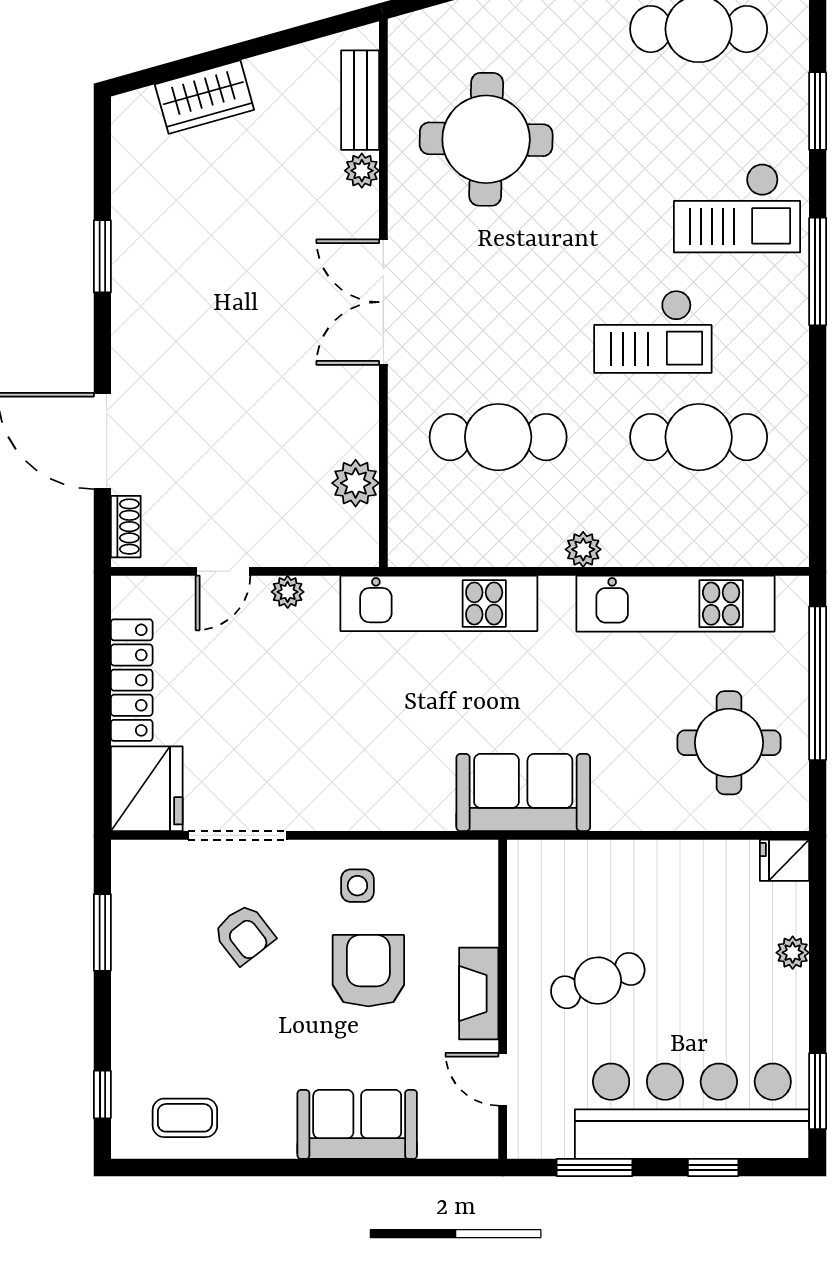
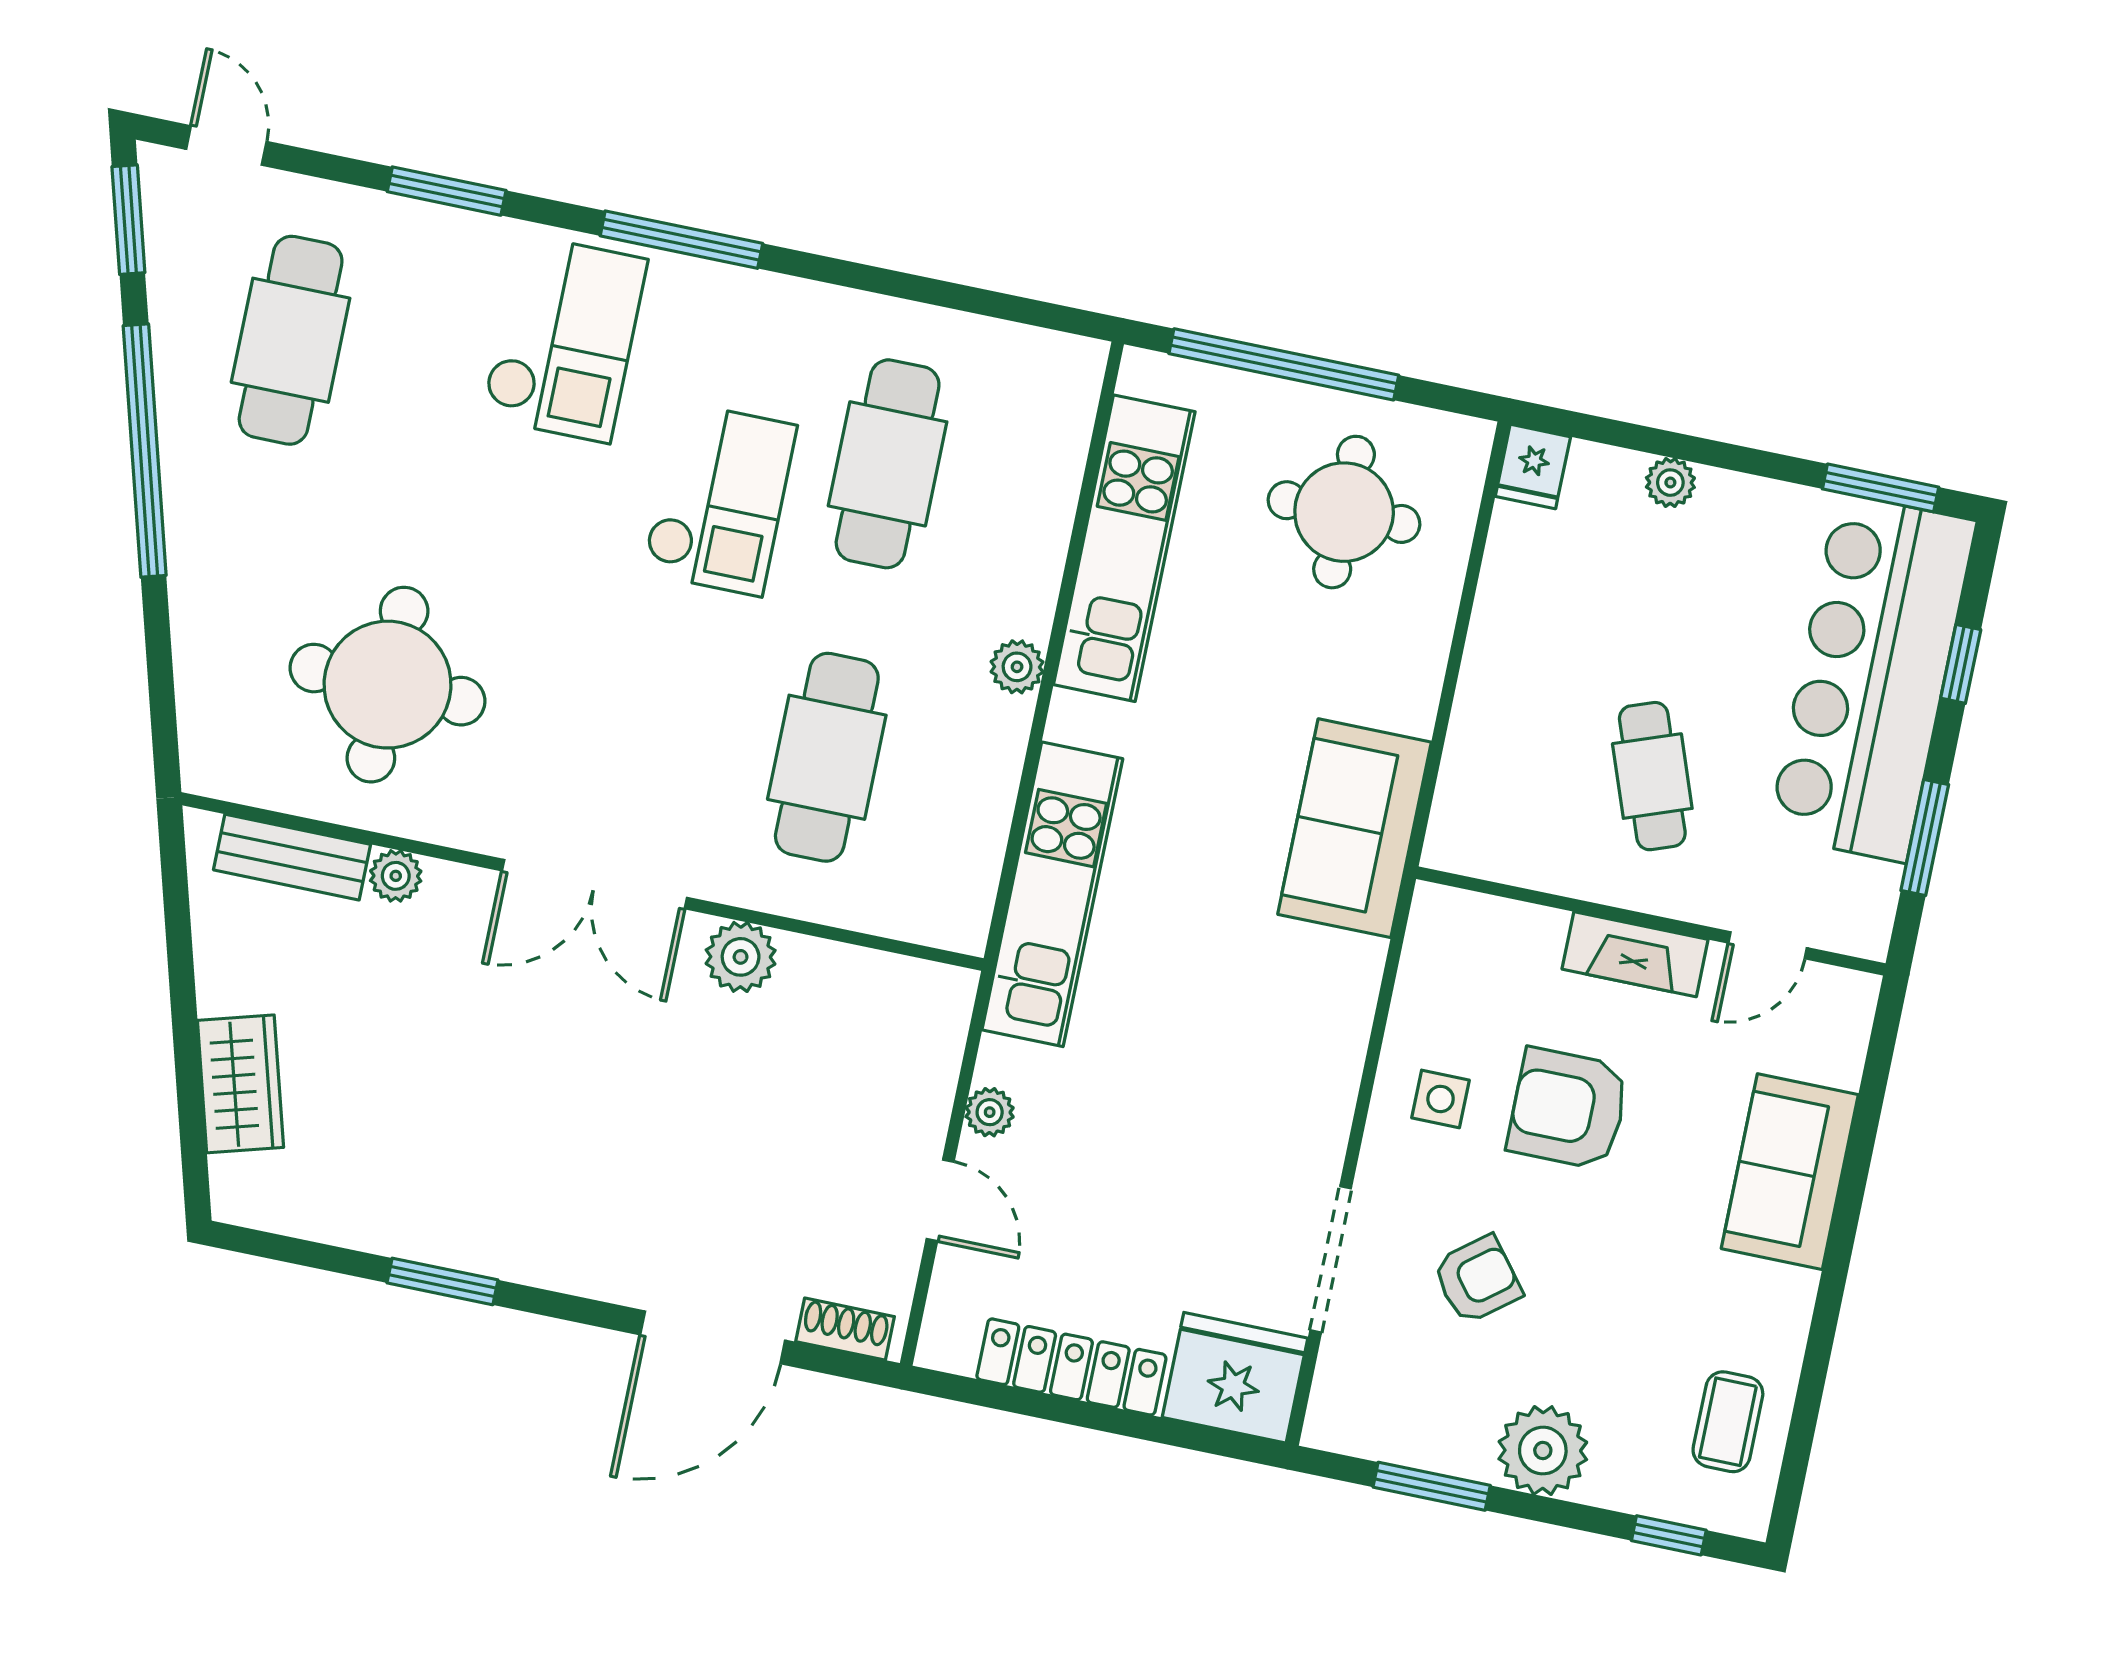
plant: (356, 483) -> (741, 957), moved
plant: (141, 1000) -> (1543, 1451), added

